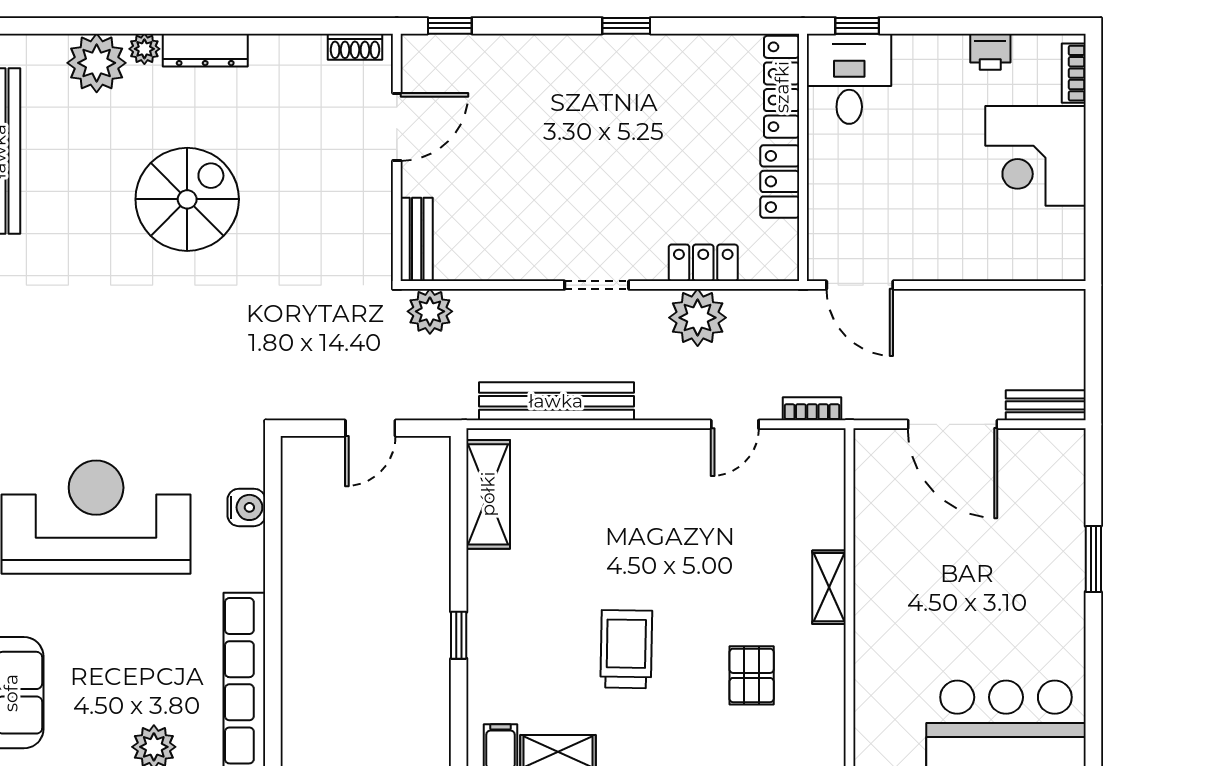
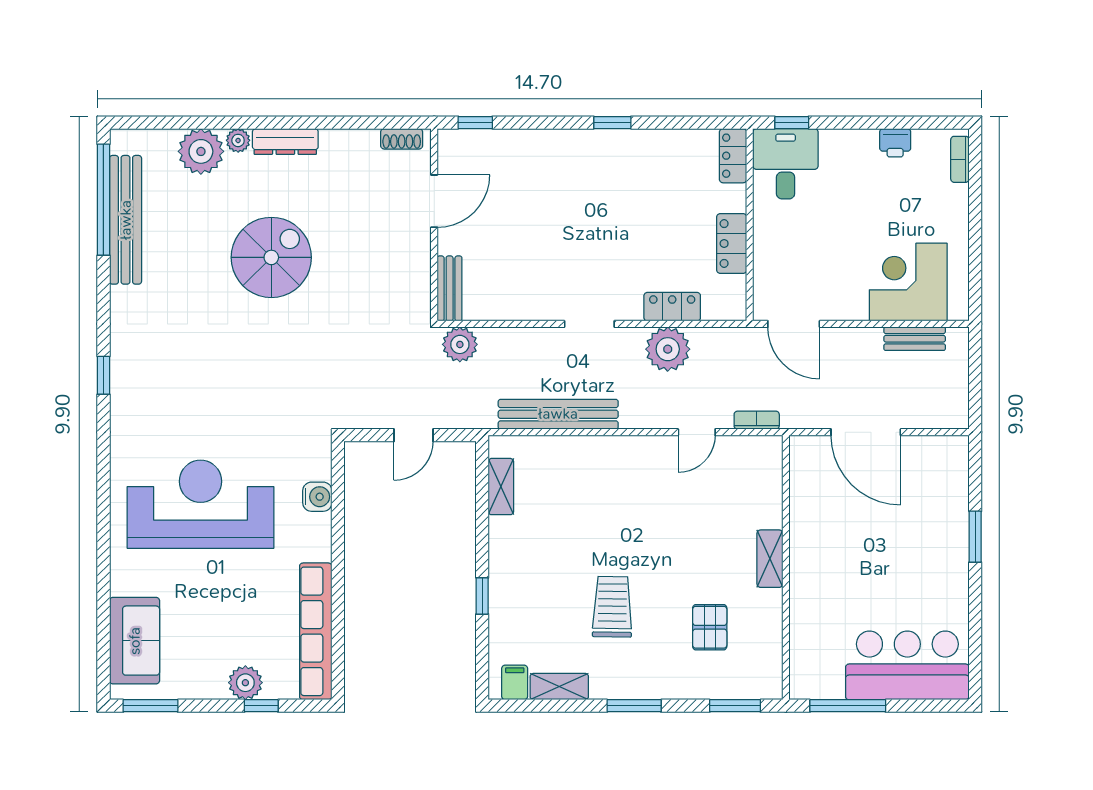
locker: (782, 87) -> (733, 156), width x0.66
corner desk: (1036, 156) -> (908, 282), moved, turned 90
bench: (1045, 405) -> (915, 339), moved
shelving: (488, 494) -> (501, 487), width x0.67, depth x0.75

